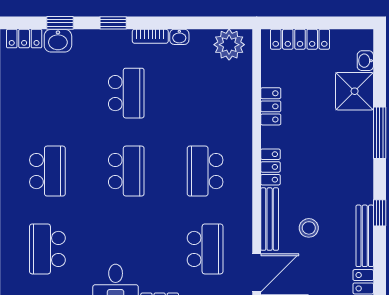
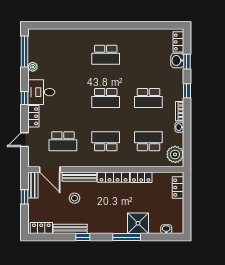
locker: (300, 39) -> (178, 188), width x0.66
shower: (355, 91) -> (138, 223), moved
locker: (270, 167) -> (113, 177), width x1.53
school desk: (47, 249) -> (148, 141), moved

